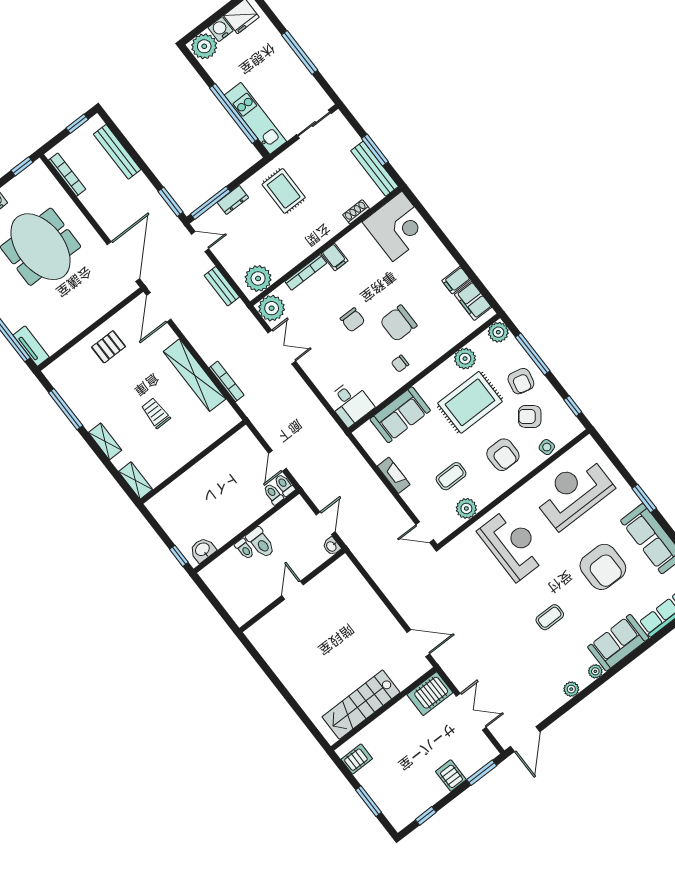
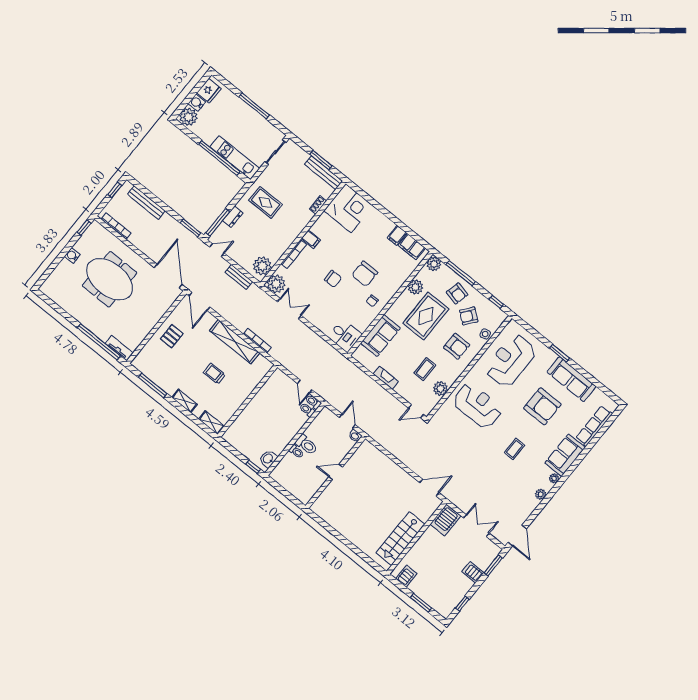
door: (293, 590) -> (336, 472), hinge flipped

